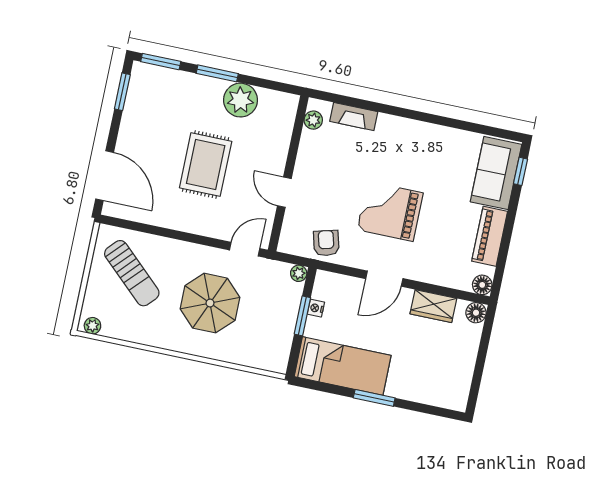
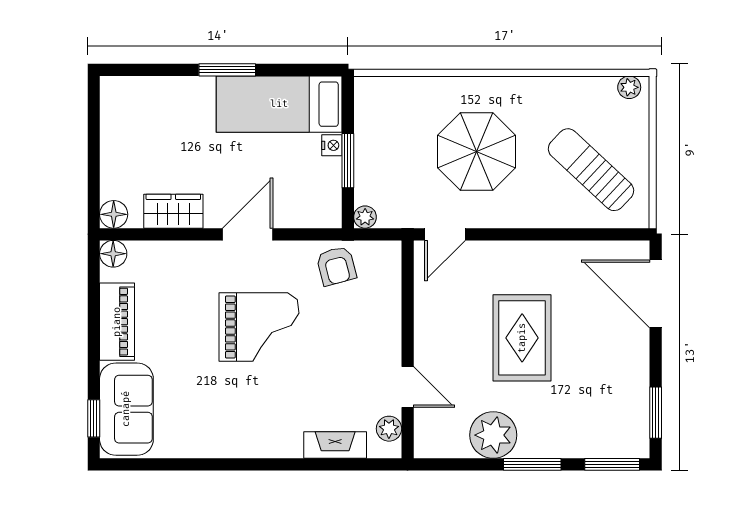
door: (284, 192) -> (408, 387), moved
nightstand: (316, 308) -> (332, 145), moved

